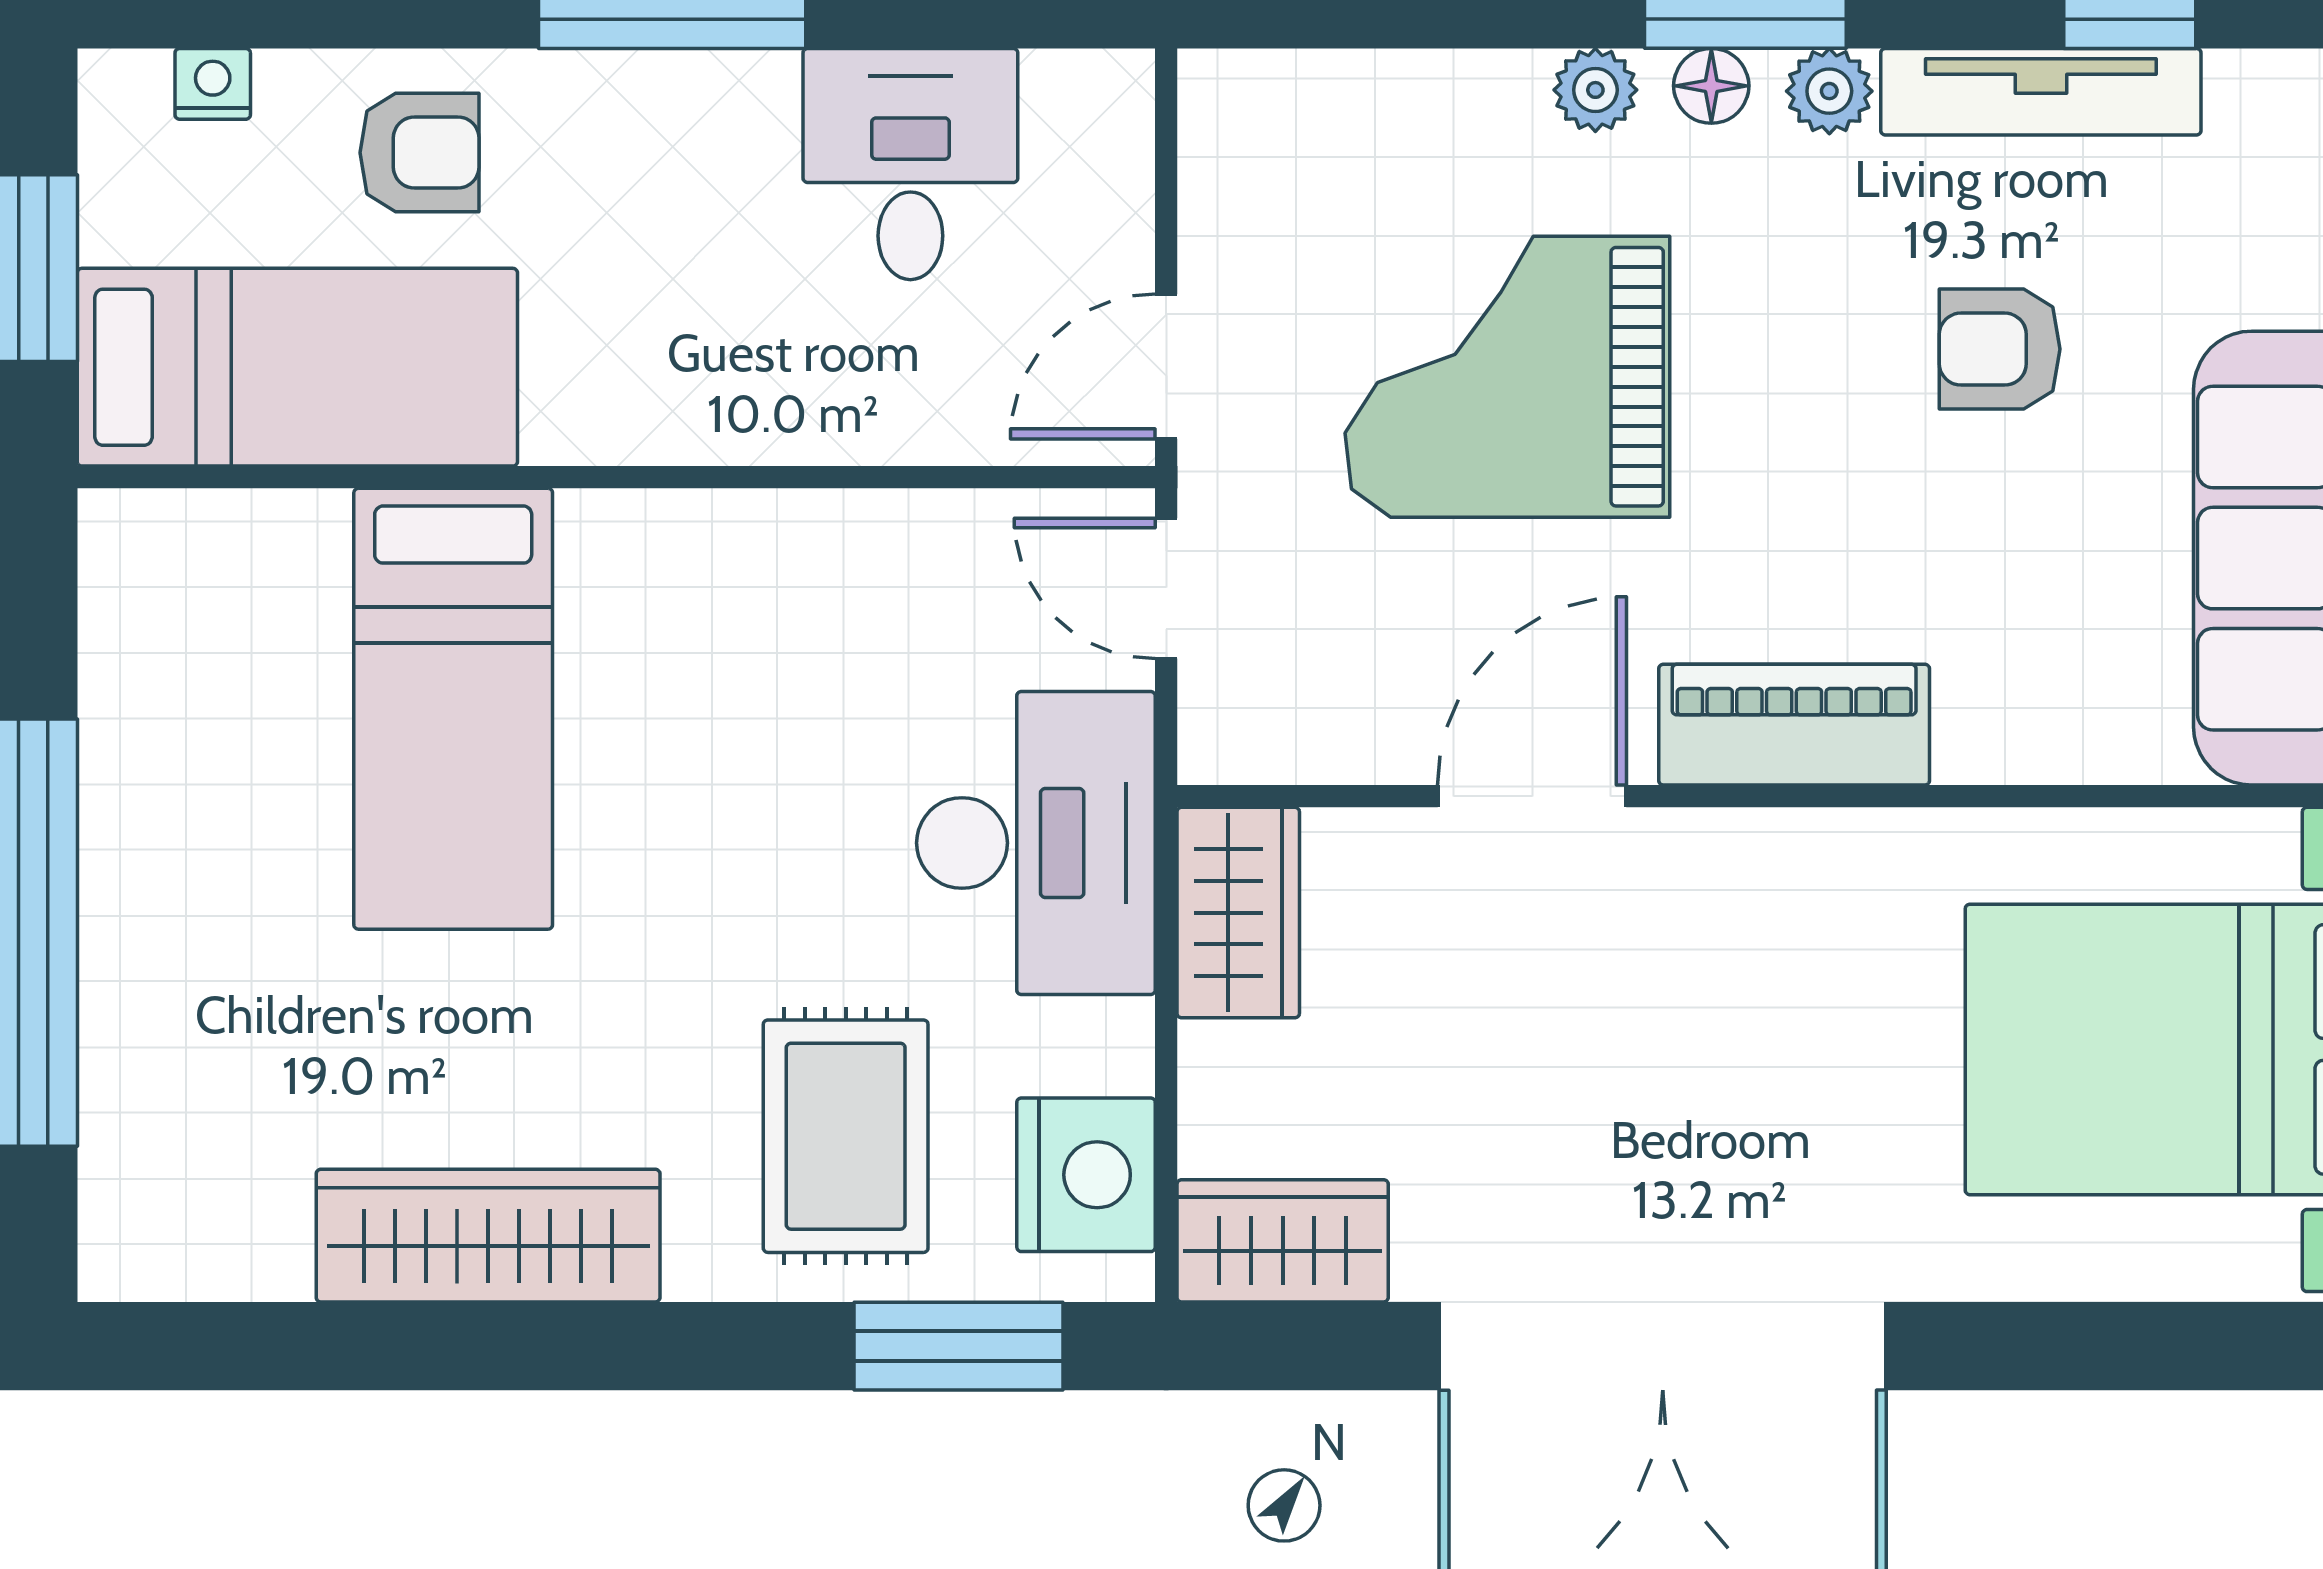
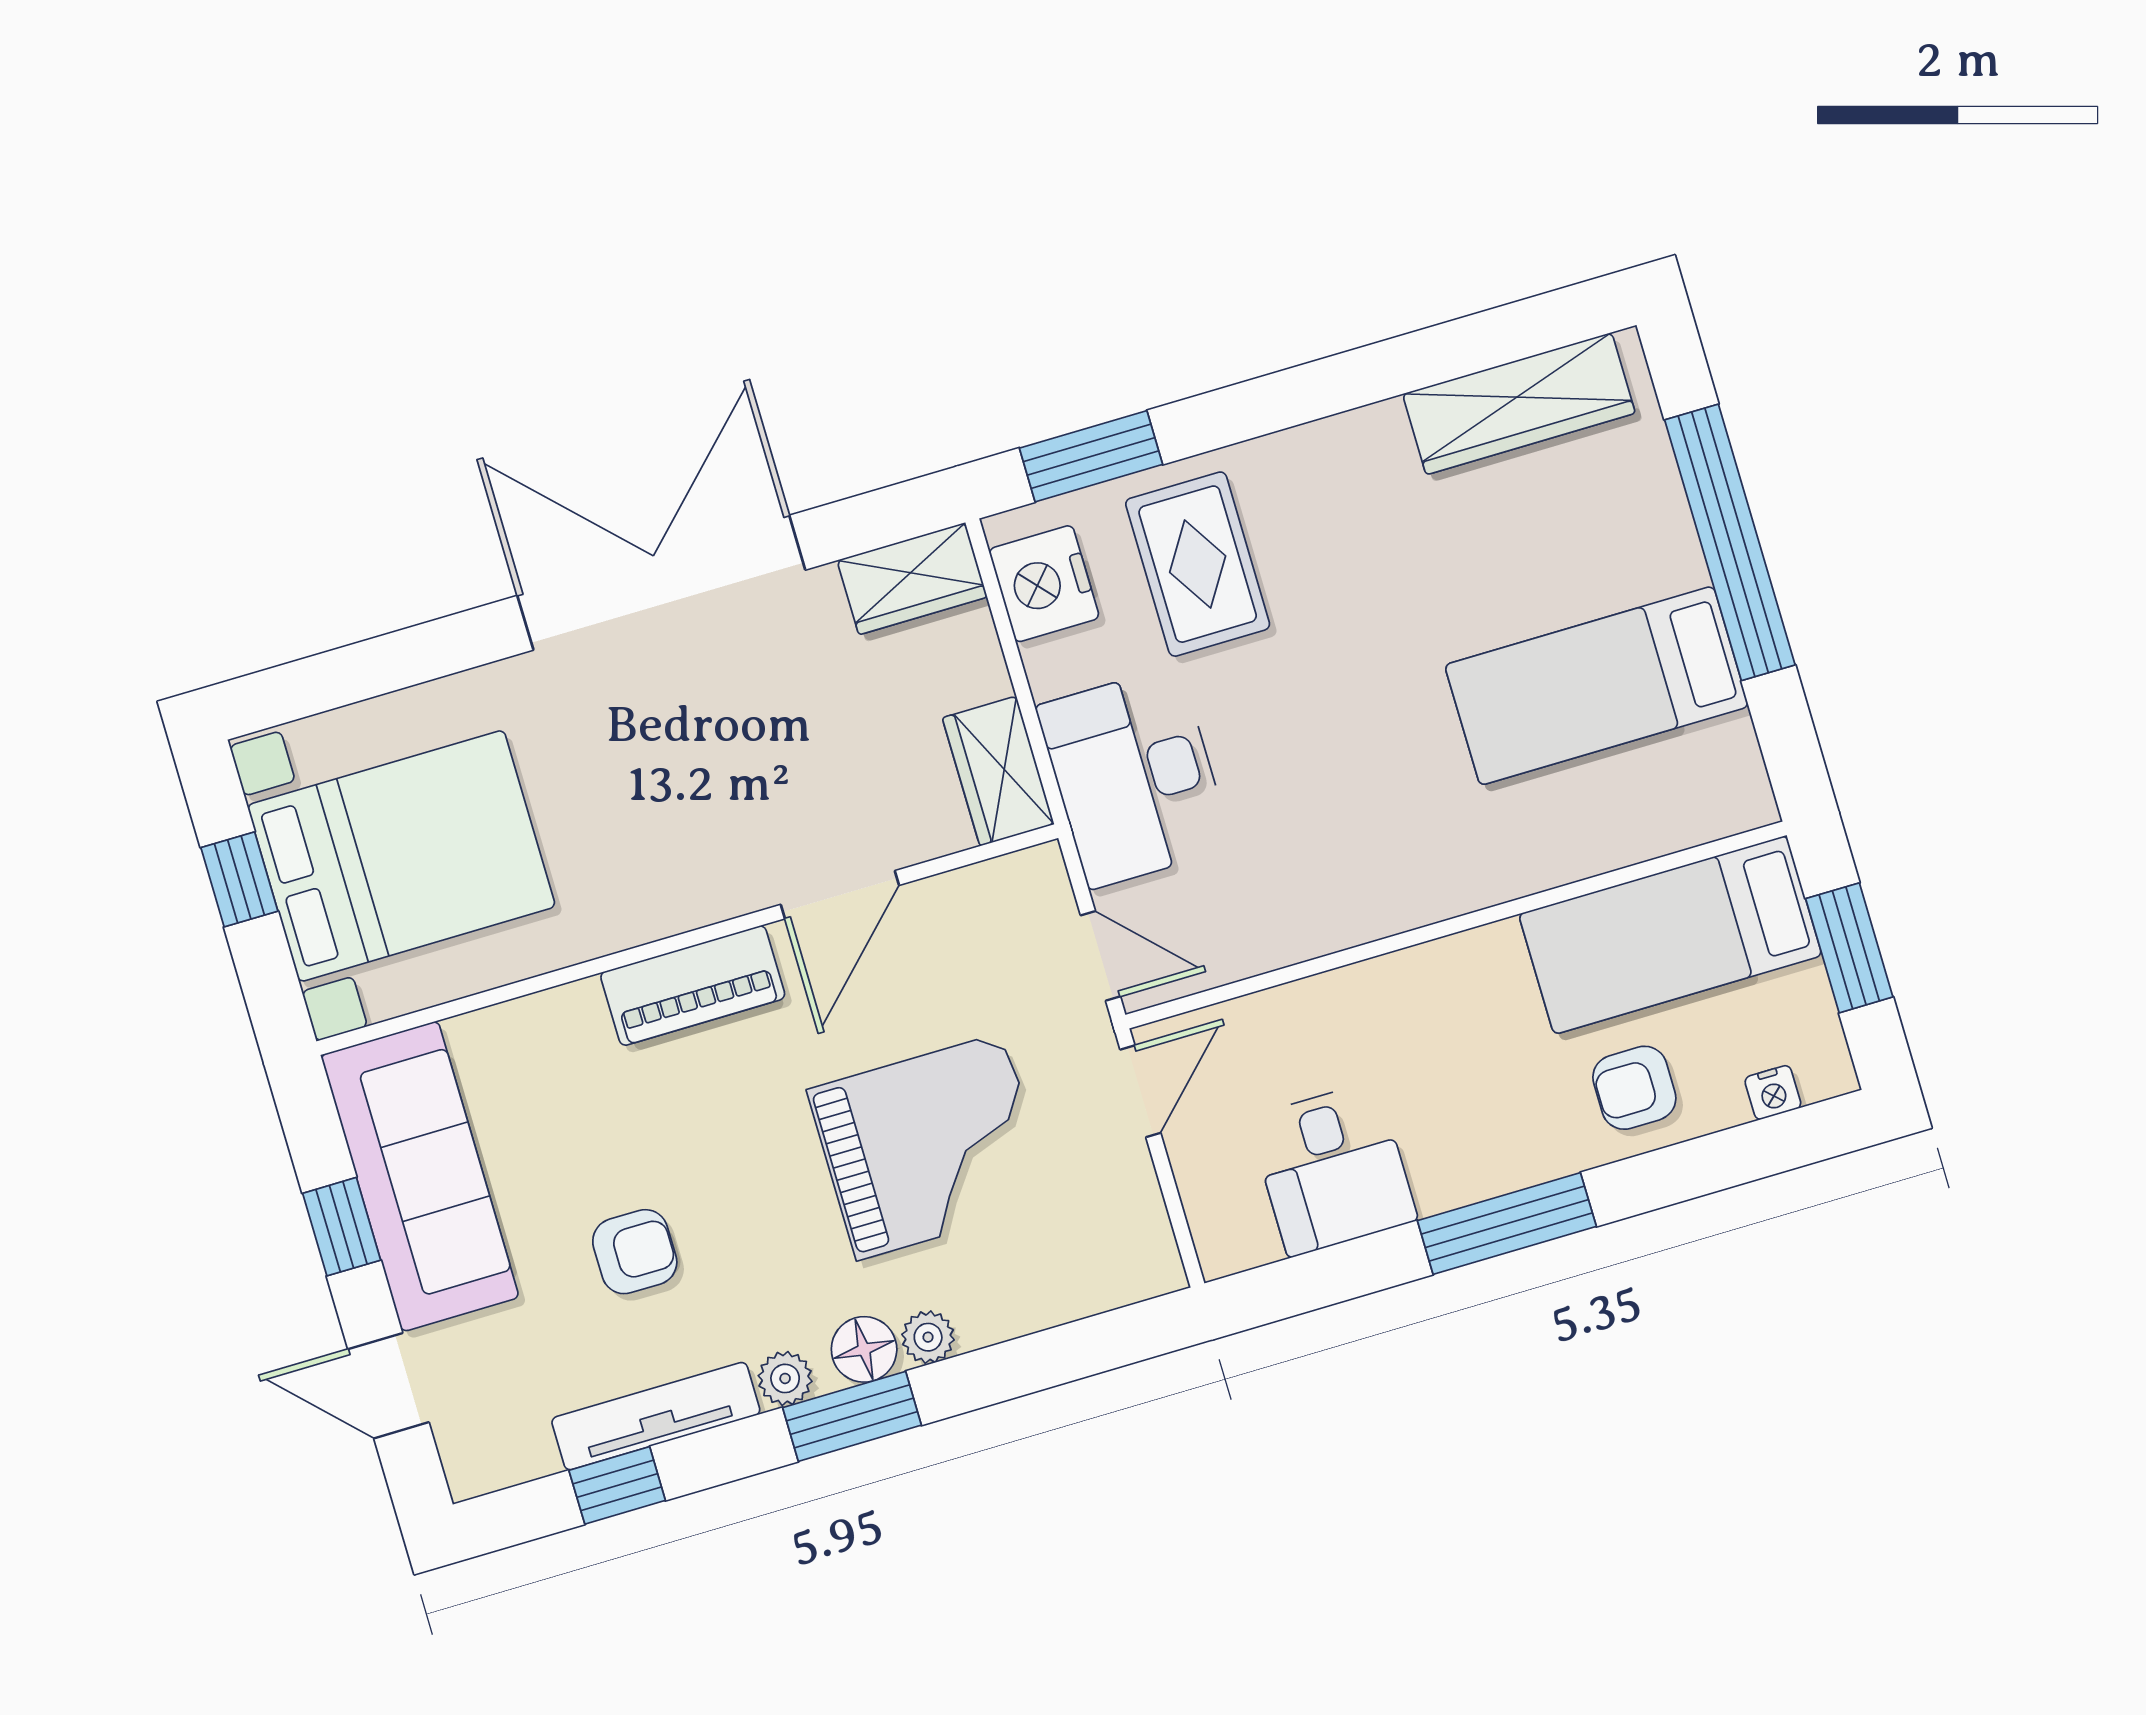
floor lamp: (1711, 86) -> (864, 1349), width x1.37, depth x1.37
bed: (453, 709) -> (1597, 686), moved, turned -90
wardrobe: (488, 1236) -> (1519, 404), moved

